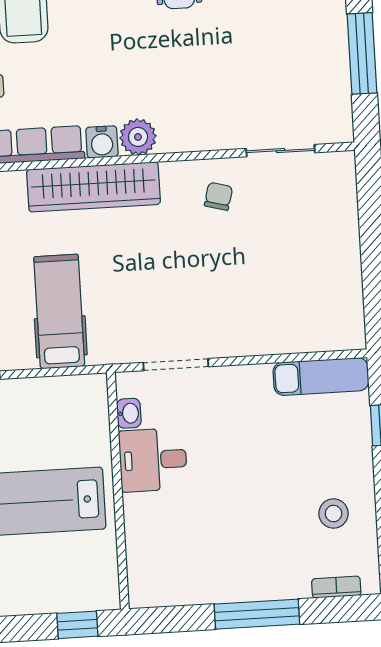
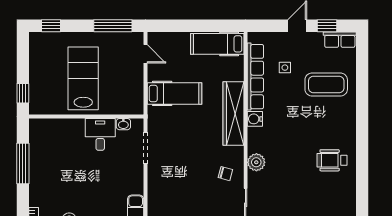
plant: (138, 137) -> (256, 162), moved
window: (257, 614) -> (23, 163), moved

